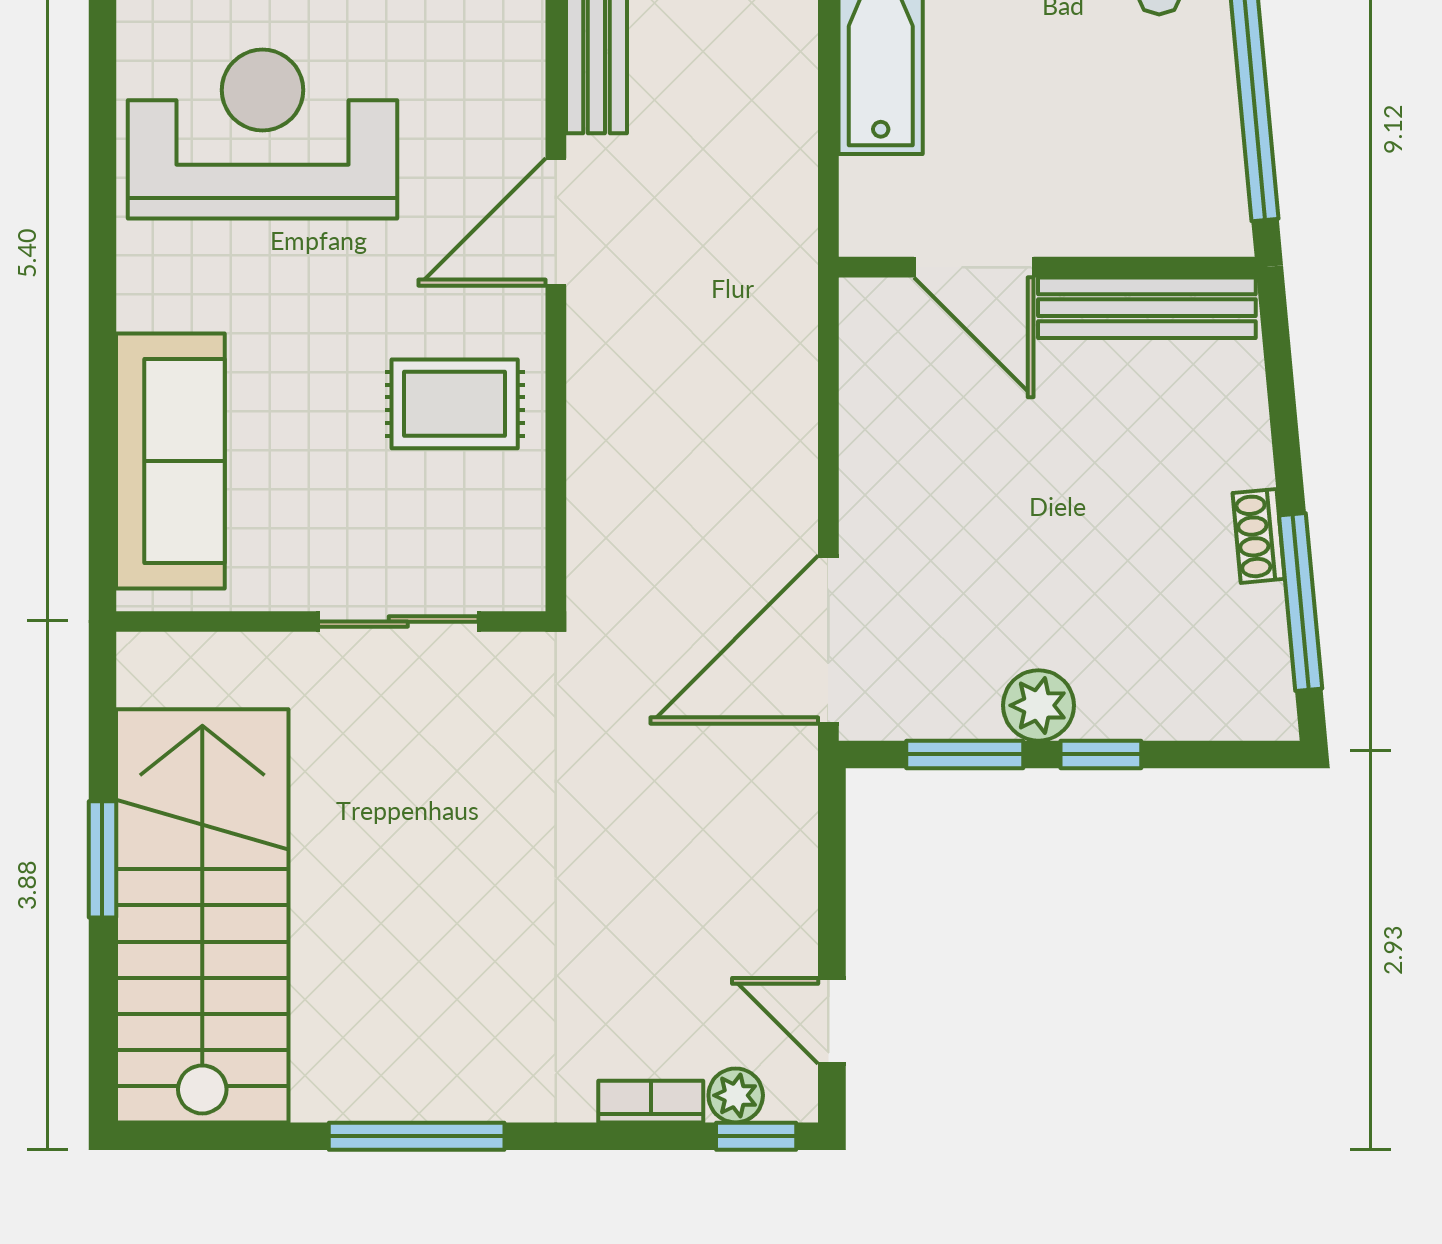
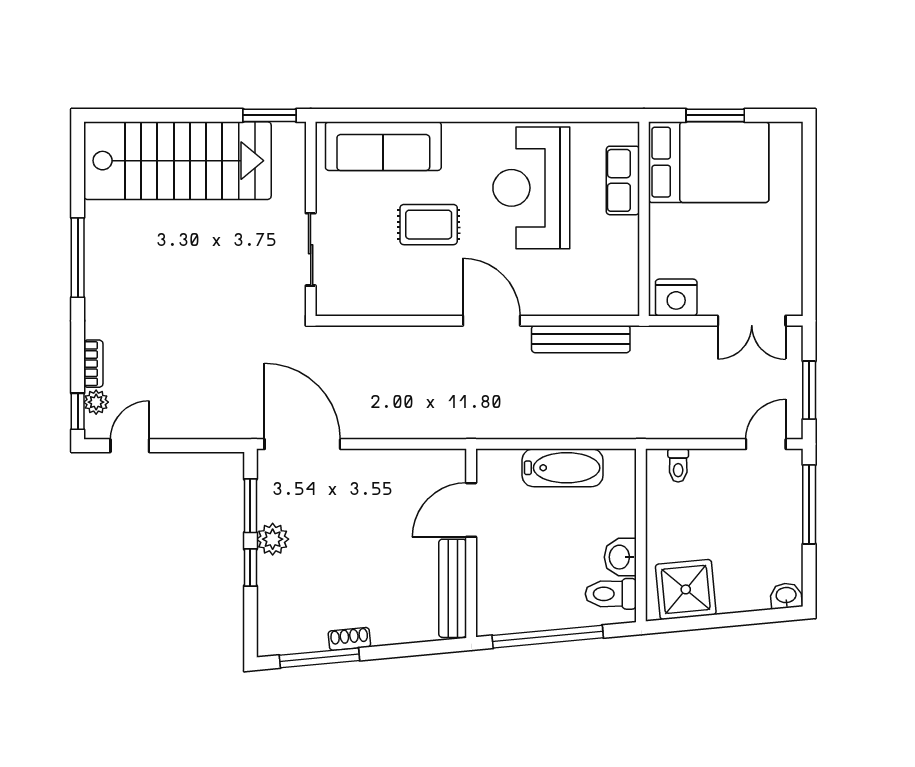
reception desk: (262, 134) -> (531, 188), turned 180
rug: (455, 404) -> (429, 225), moved, turned 90
window: (102, 859) -> (270, 115), moved

